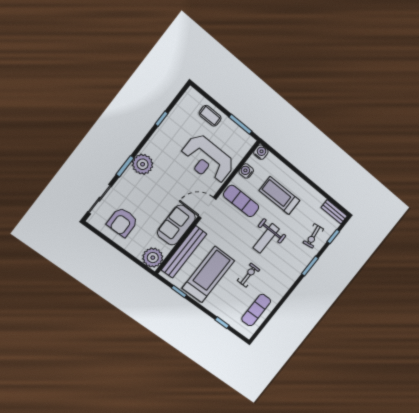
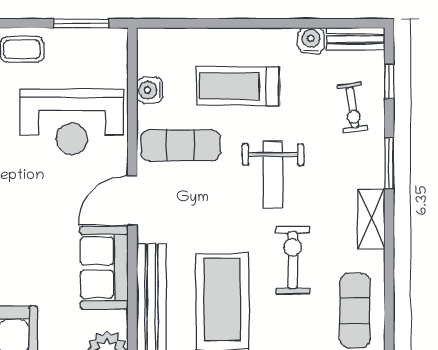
water cooler: (261, 152) -> (311, 40), moved
exercise bike: (249, 275) -> (293, 260), width x1.38, depth x1.39
shelving: (288, 281) -> (371, 219), added

